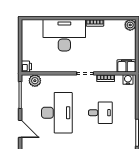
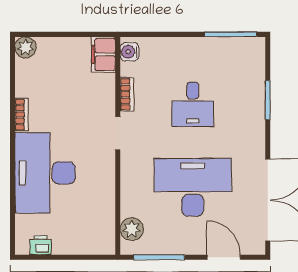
printer: (26, 67) -> (40, 245), moved
desk: (100, 113) -> (193, 104), turned 180
door: (20, 129) -> (224, 257), hinge flipped

